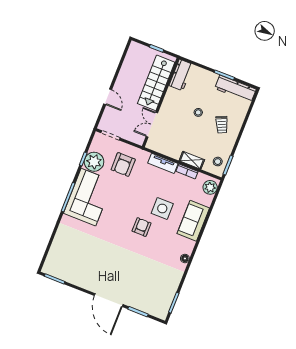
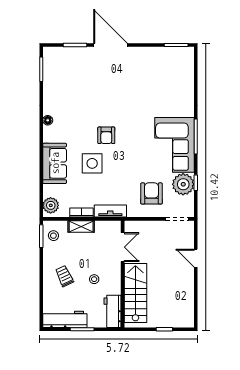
workbench: (181, 75) -> (113, 311), moved
stairs: (156, 83) -> (135, 293), moved
wall: (161, 102) -> (123, 274), moved
double door: (152, 125) -> (123, 247), moved

